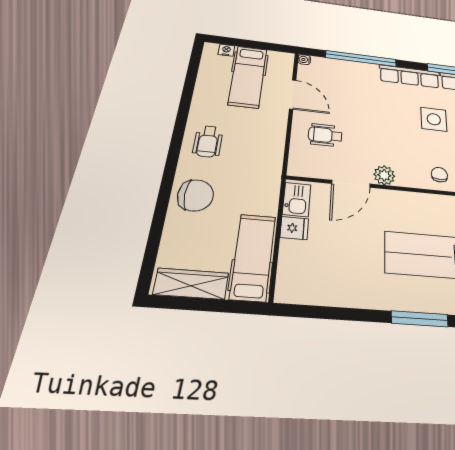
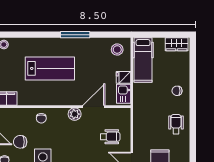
chair: (196, 195) -> (177, 91), width x0.54, depth x0.54
stool: (302, 281) -> (117, 49), added
wardrobe: (191, 284) -> (177, 44), width x0.67
window: (420, 319) -> (75, 35), moved

